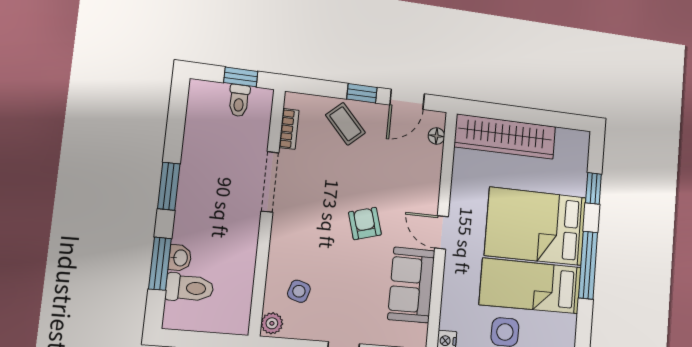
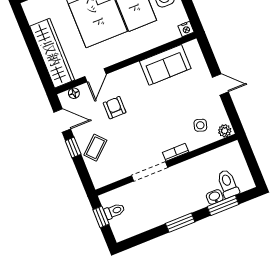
bookcase: (289, 129) -> (176, 152), moved
armchair: (365, 223) -> (115, 108), moved, turned 106
door: (441, 232) -> (95, 75), moved

